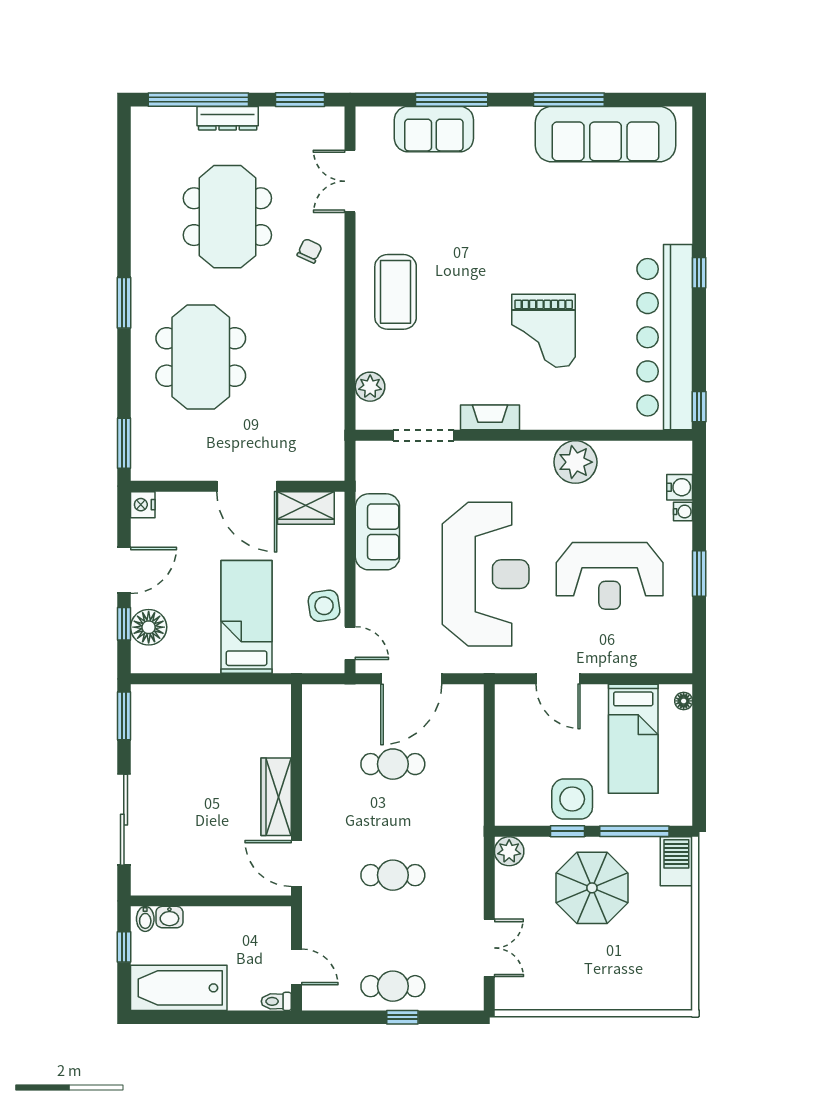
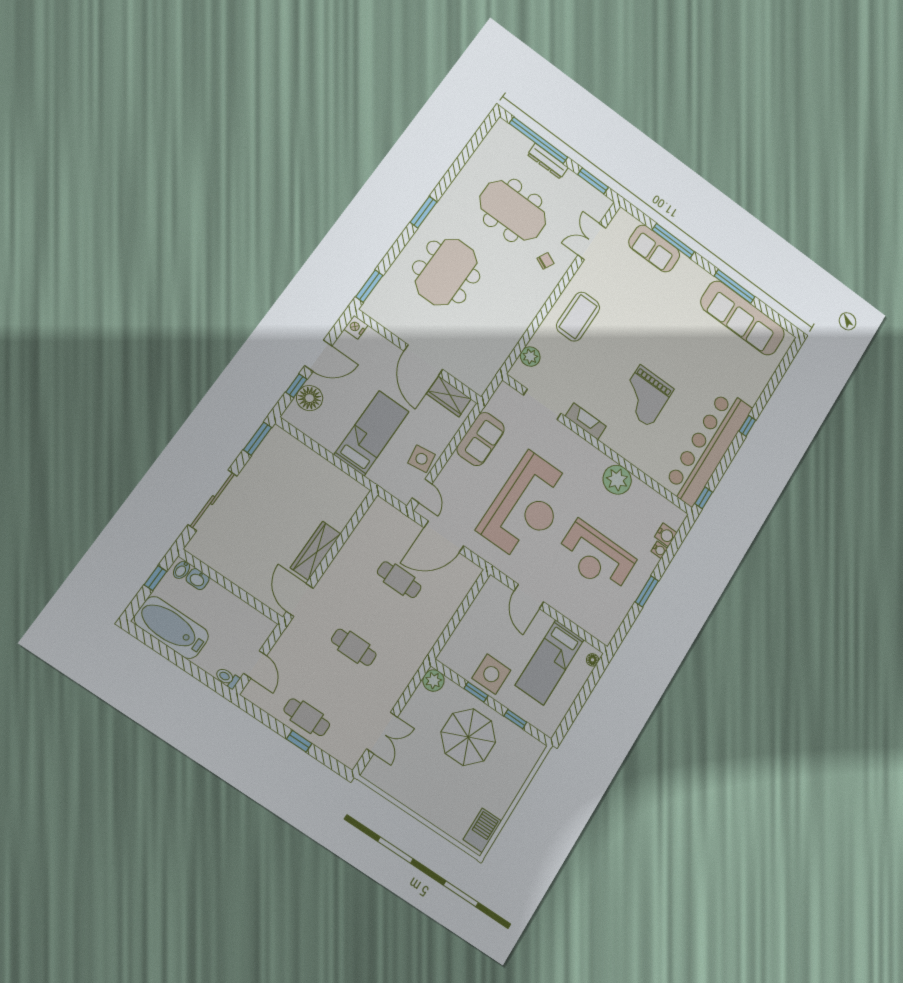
meeting table: (227, 217) -> (513, 210), turned 90
window: (634, 831) -> (515, 719), width x0.46
barbecue: (676, 861) -> (482, 830), moved

